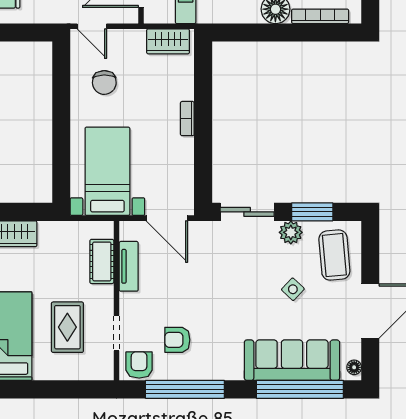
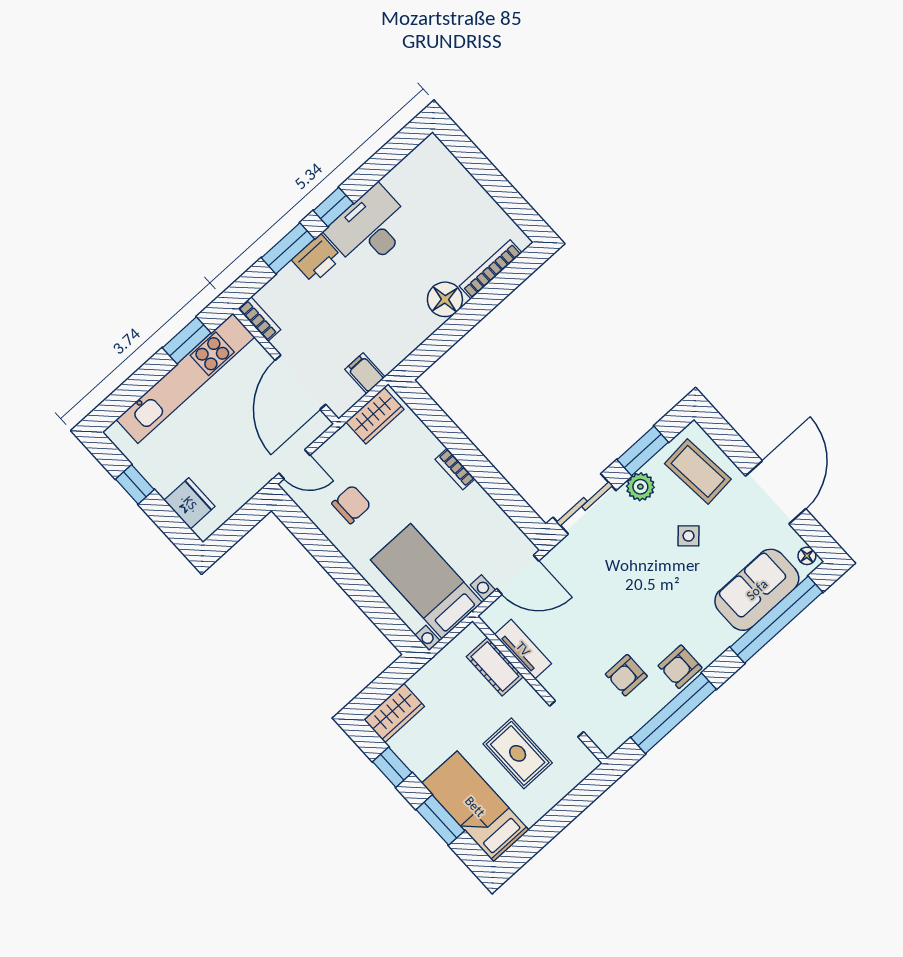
chair: (104, 82) -> (351, 504), turned -89
sofa: (292, 360) -> (757, 590), width x0.73
armchair: (139, 365) -> (680, 667), moved, turned -90

